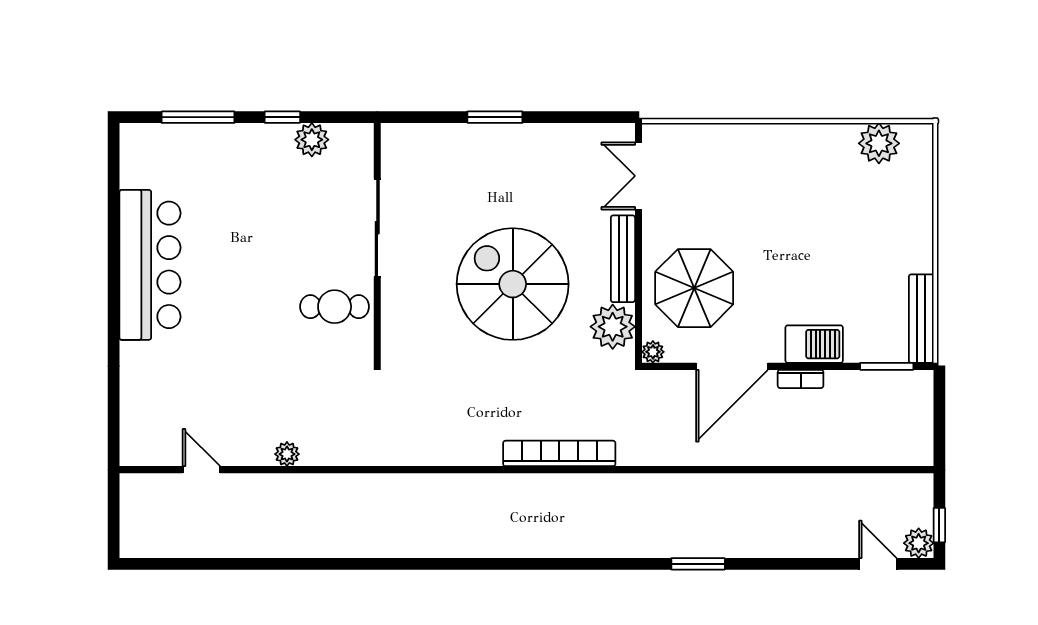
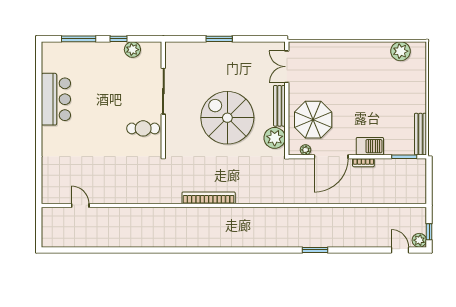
bar counter: (150, 265) -> (56, 99), width x0.73
plant: (653, 352) -> (306, 150), moved
bookcase: (559, 453) -> (209, 198), moved
plant: (287, 454) -> (121, 198), removed

